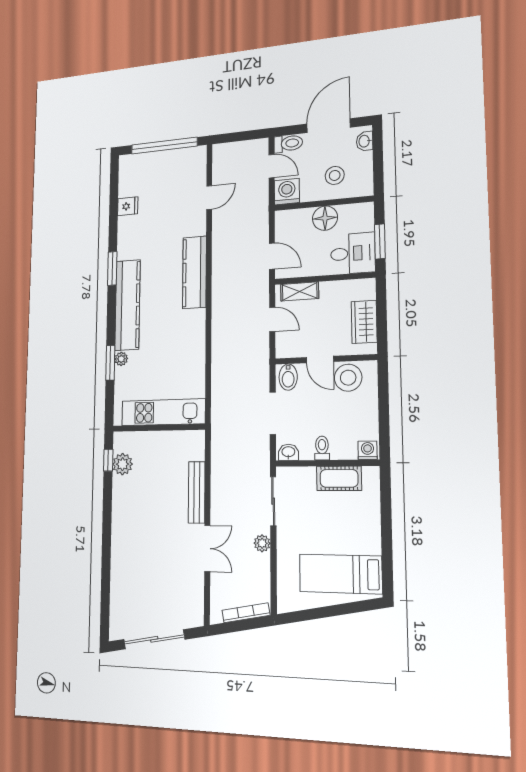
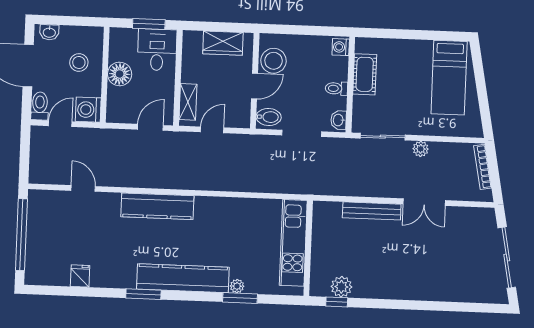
double door: (207, 548) -> (424, 202), swing flipped

